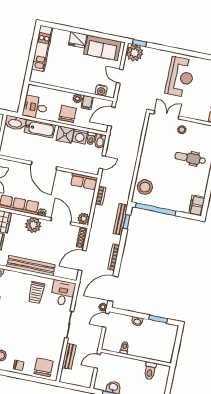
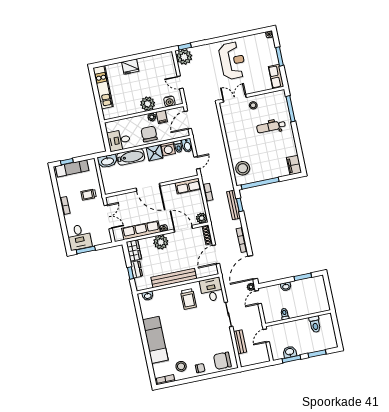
sofa: (102, 48) -> (155, 64), removed
plant: (79, 84) -> (148, 104), added
chair: (44, 367) -> (222, 361), turned -90

